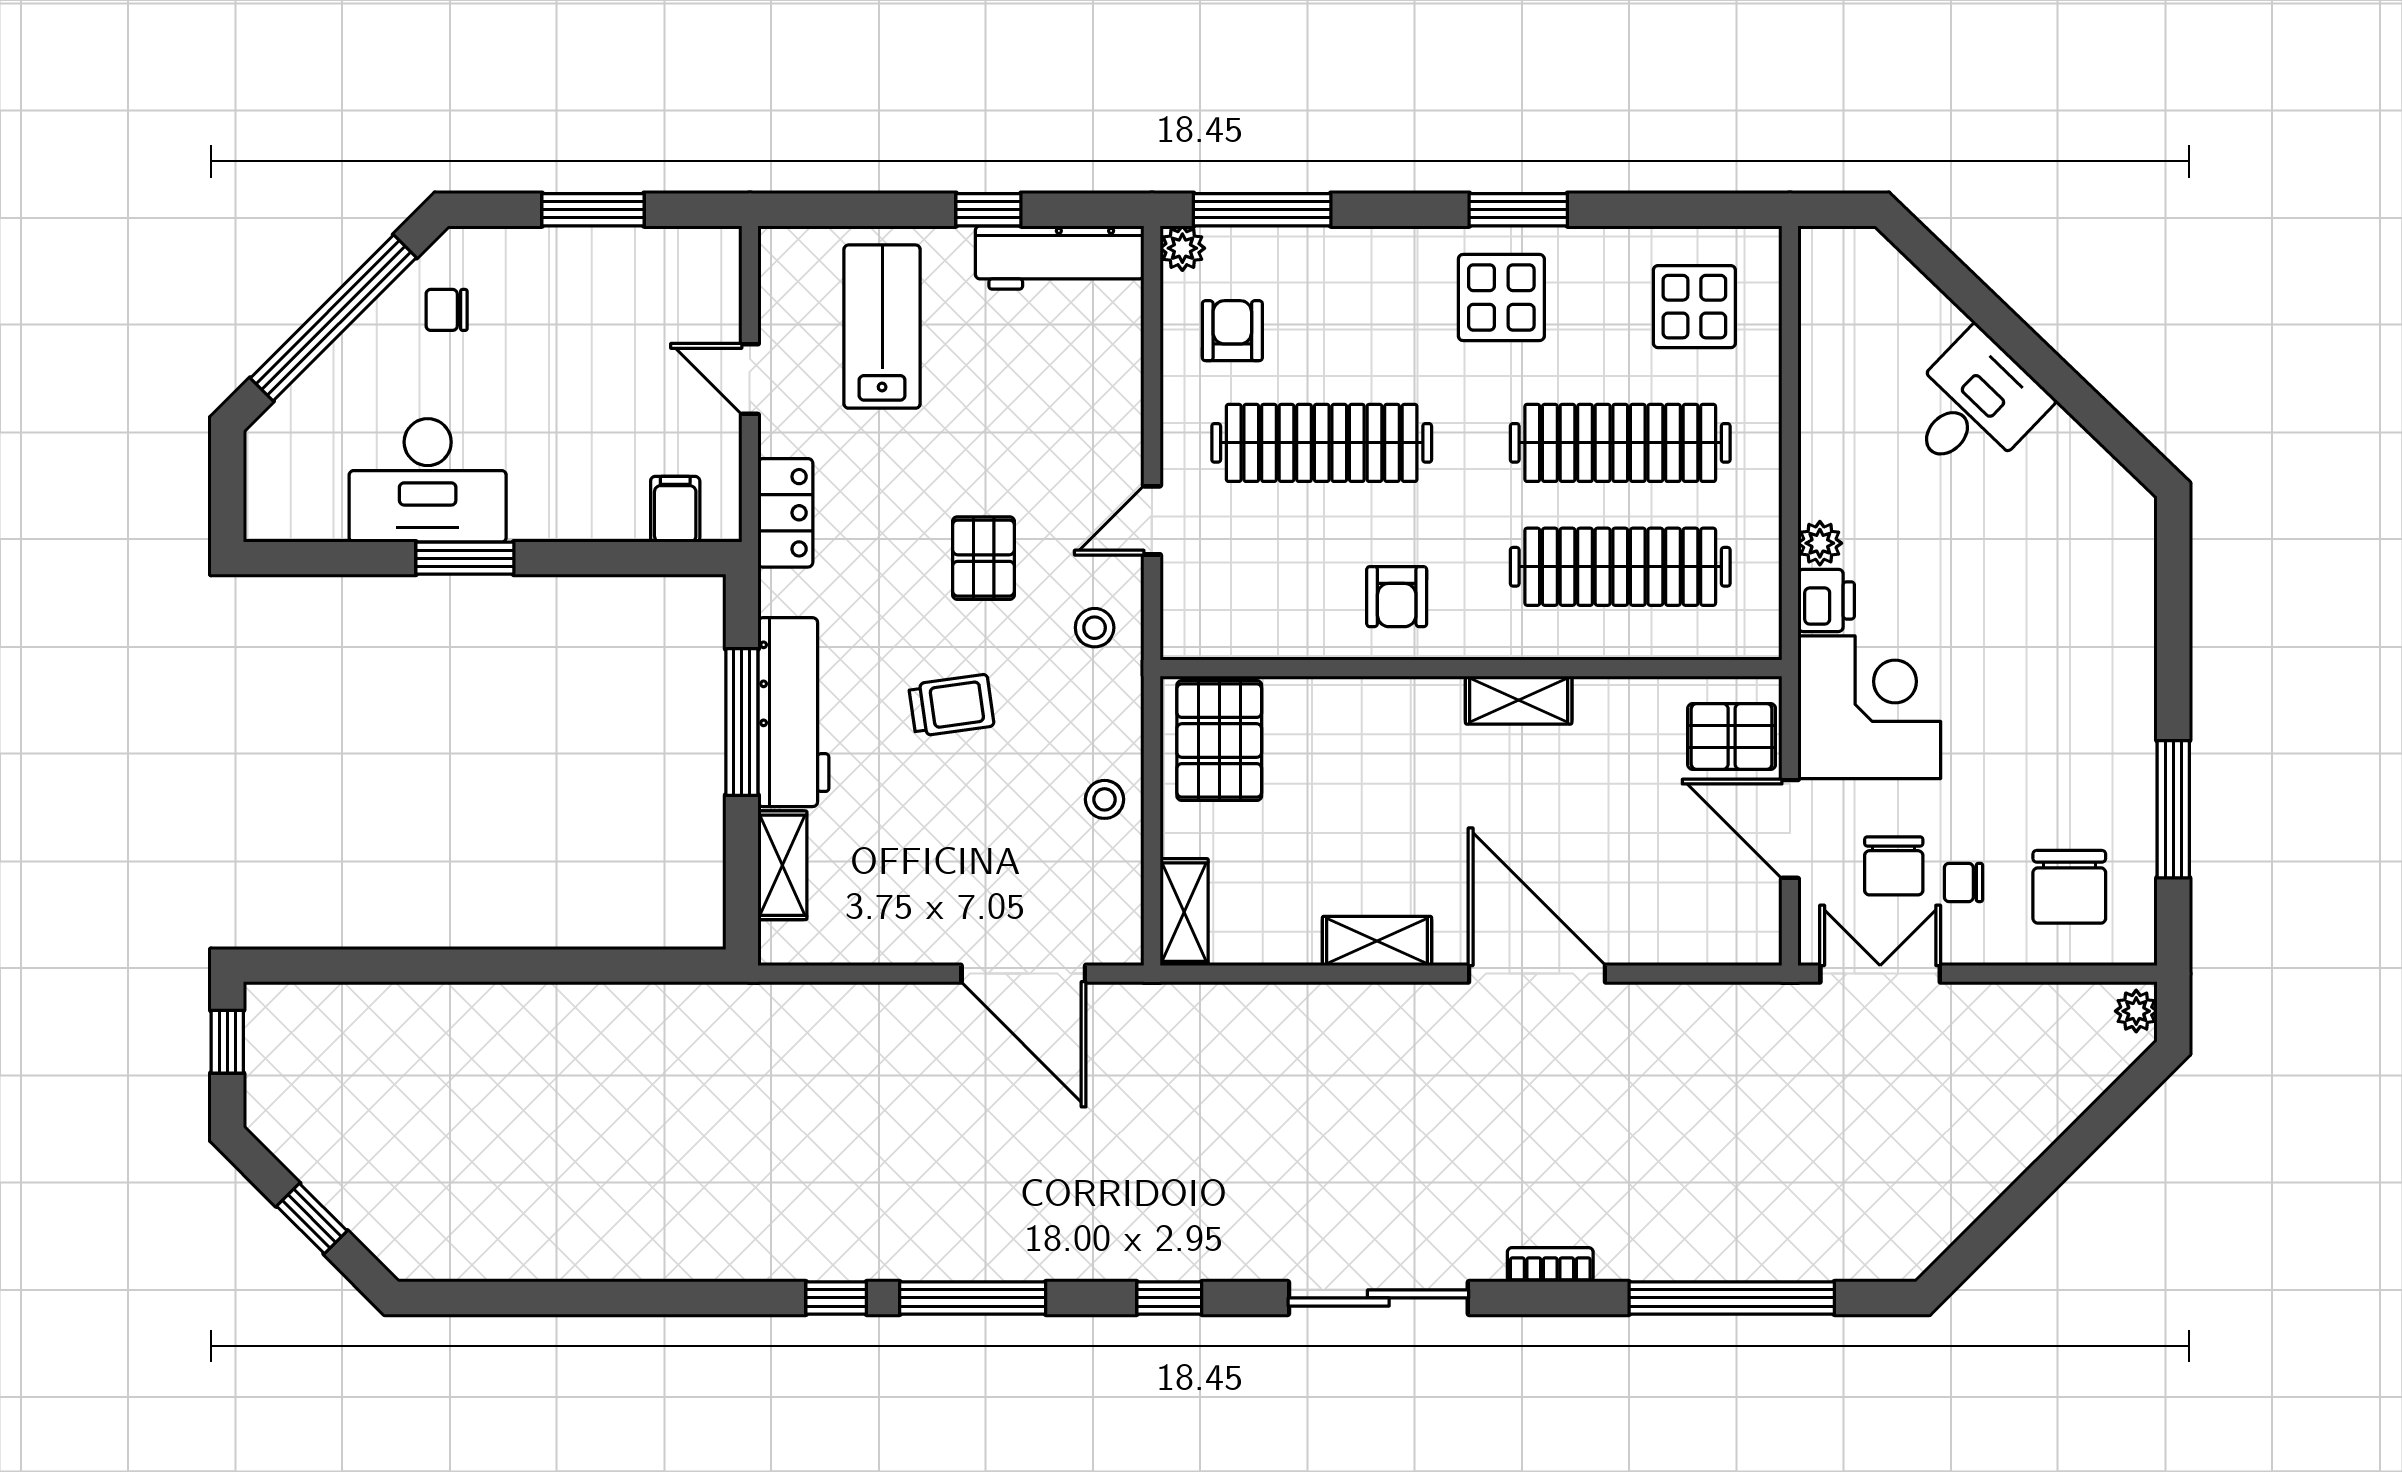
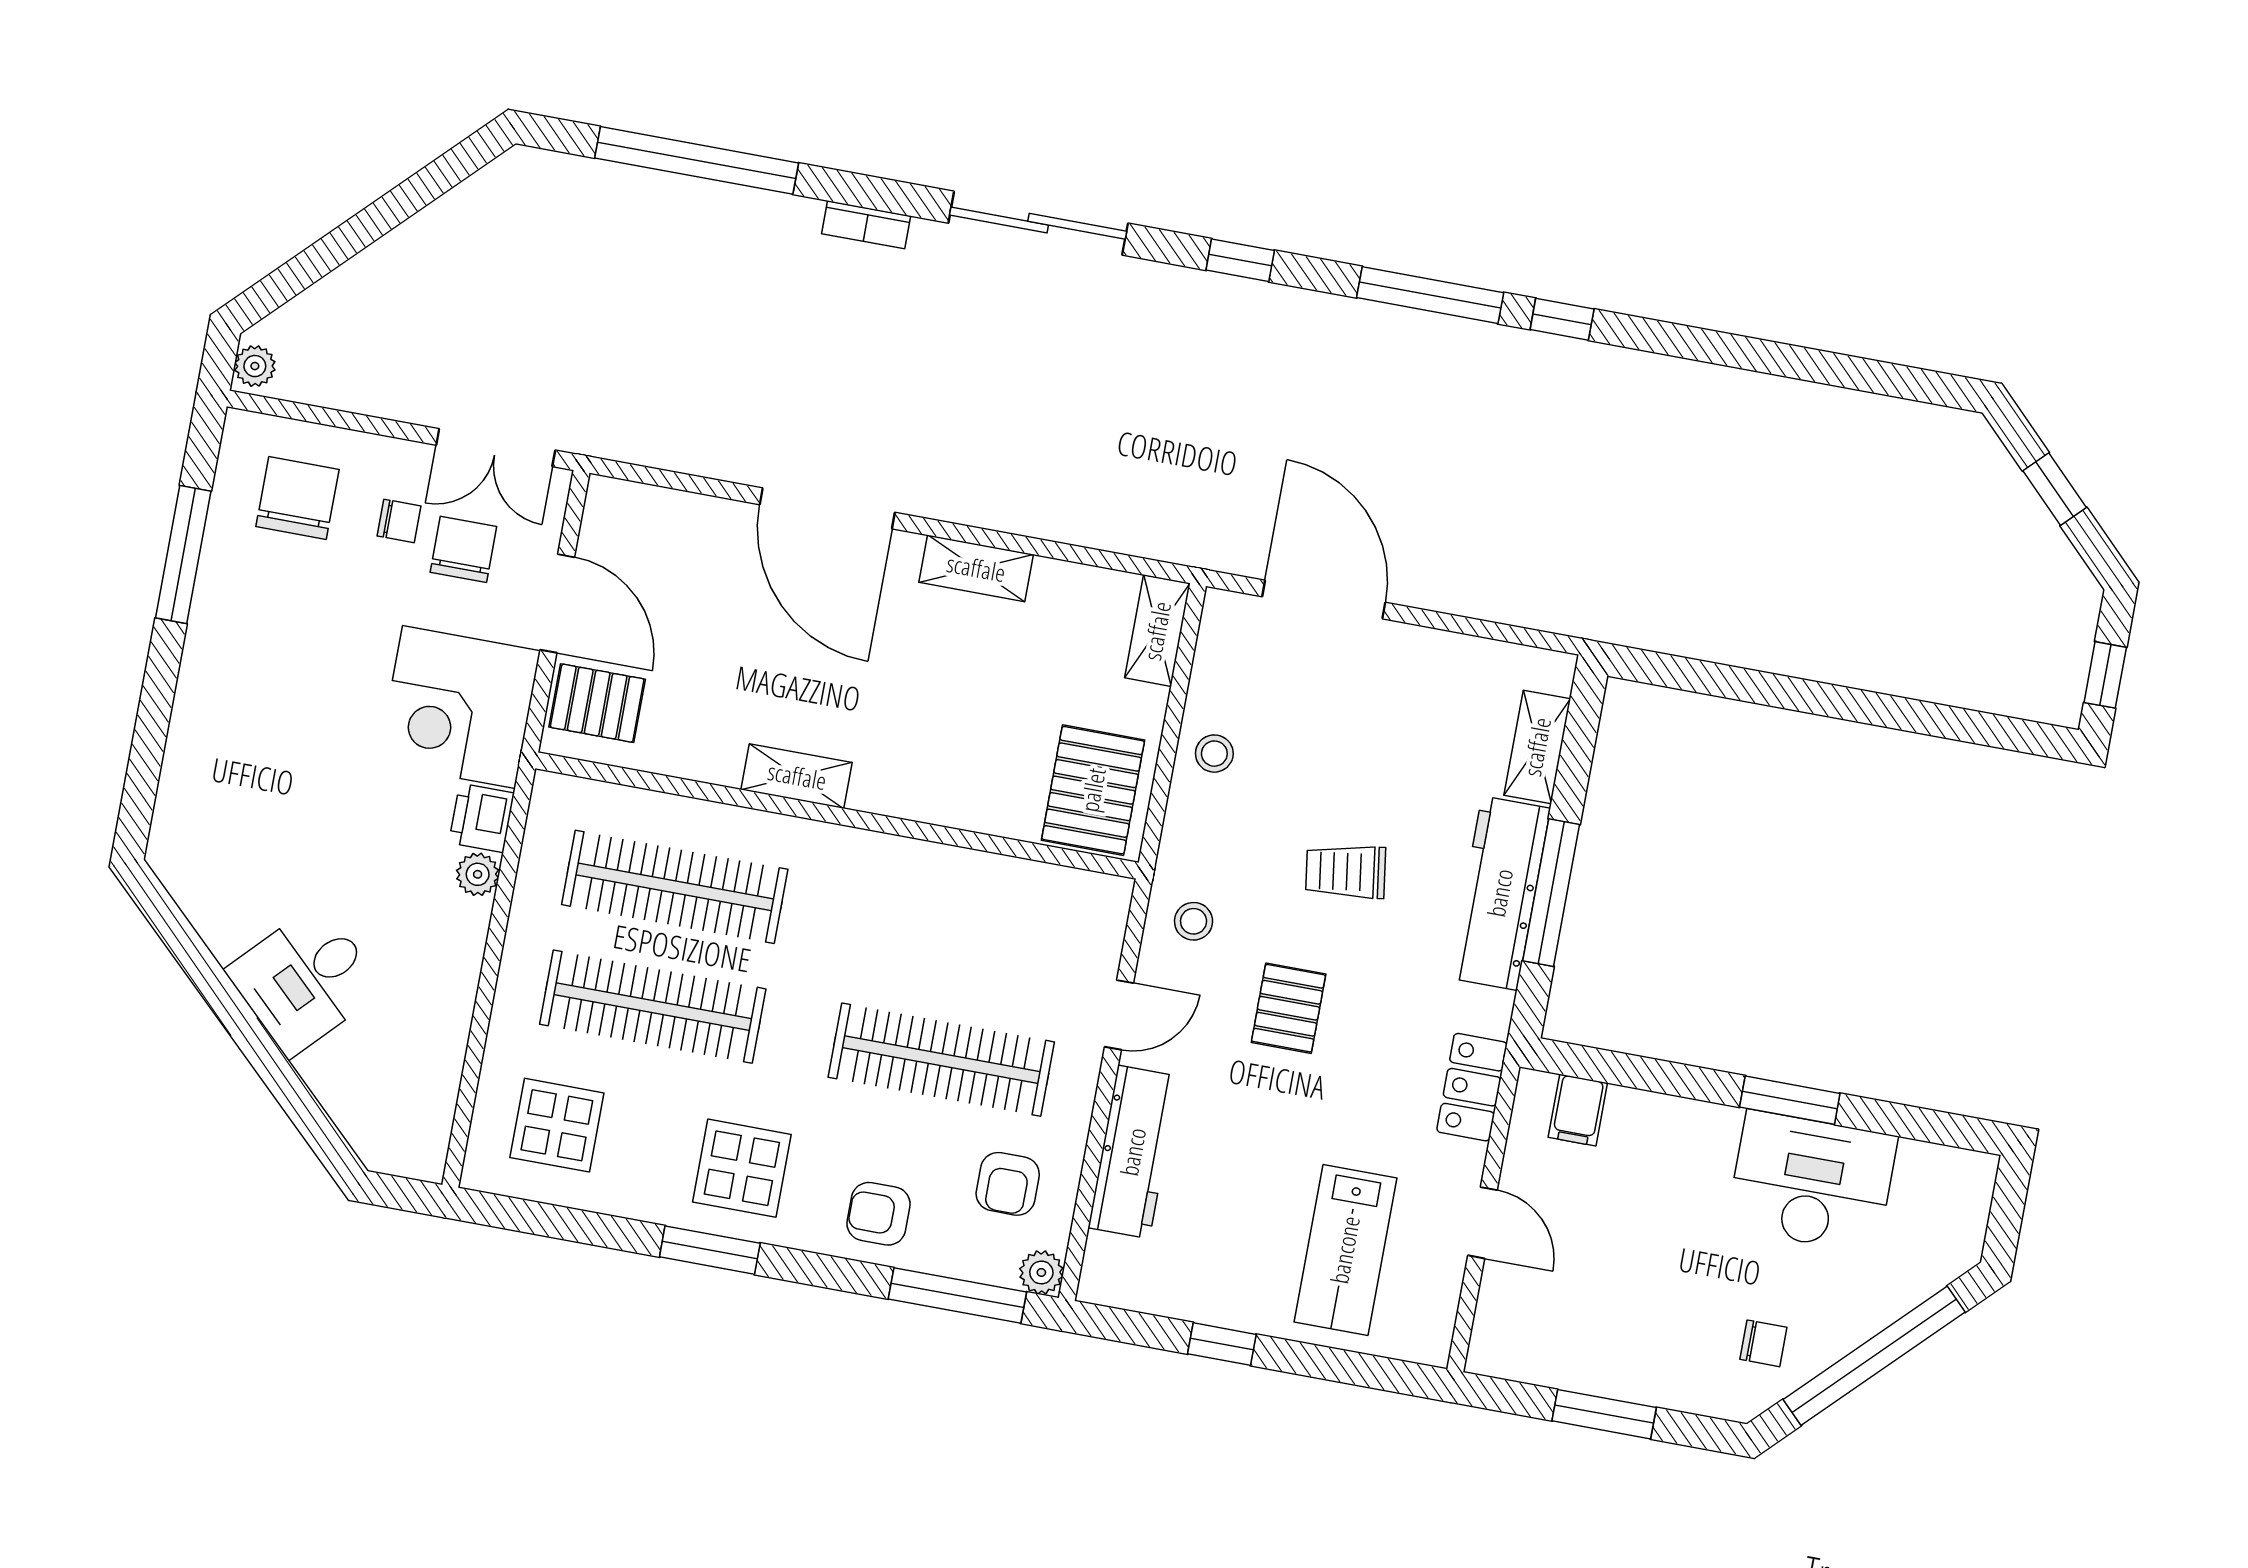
workbench: (1060, 257) -> (1133, 1152), moved, turned 90
armchair: (1397, 597) -> (879, 1214), moved, turned -90

